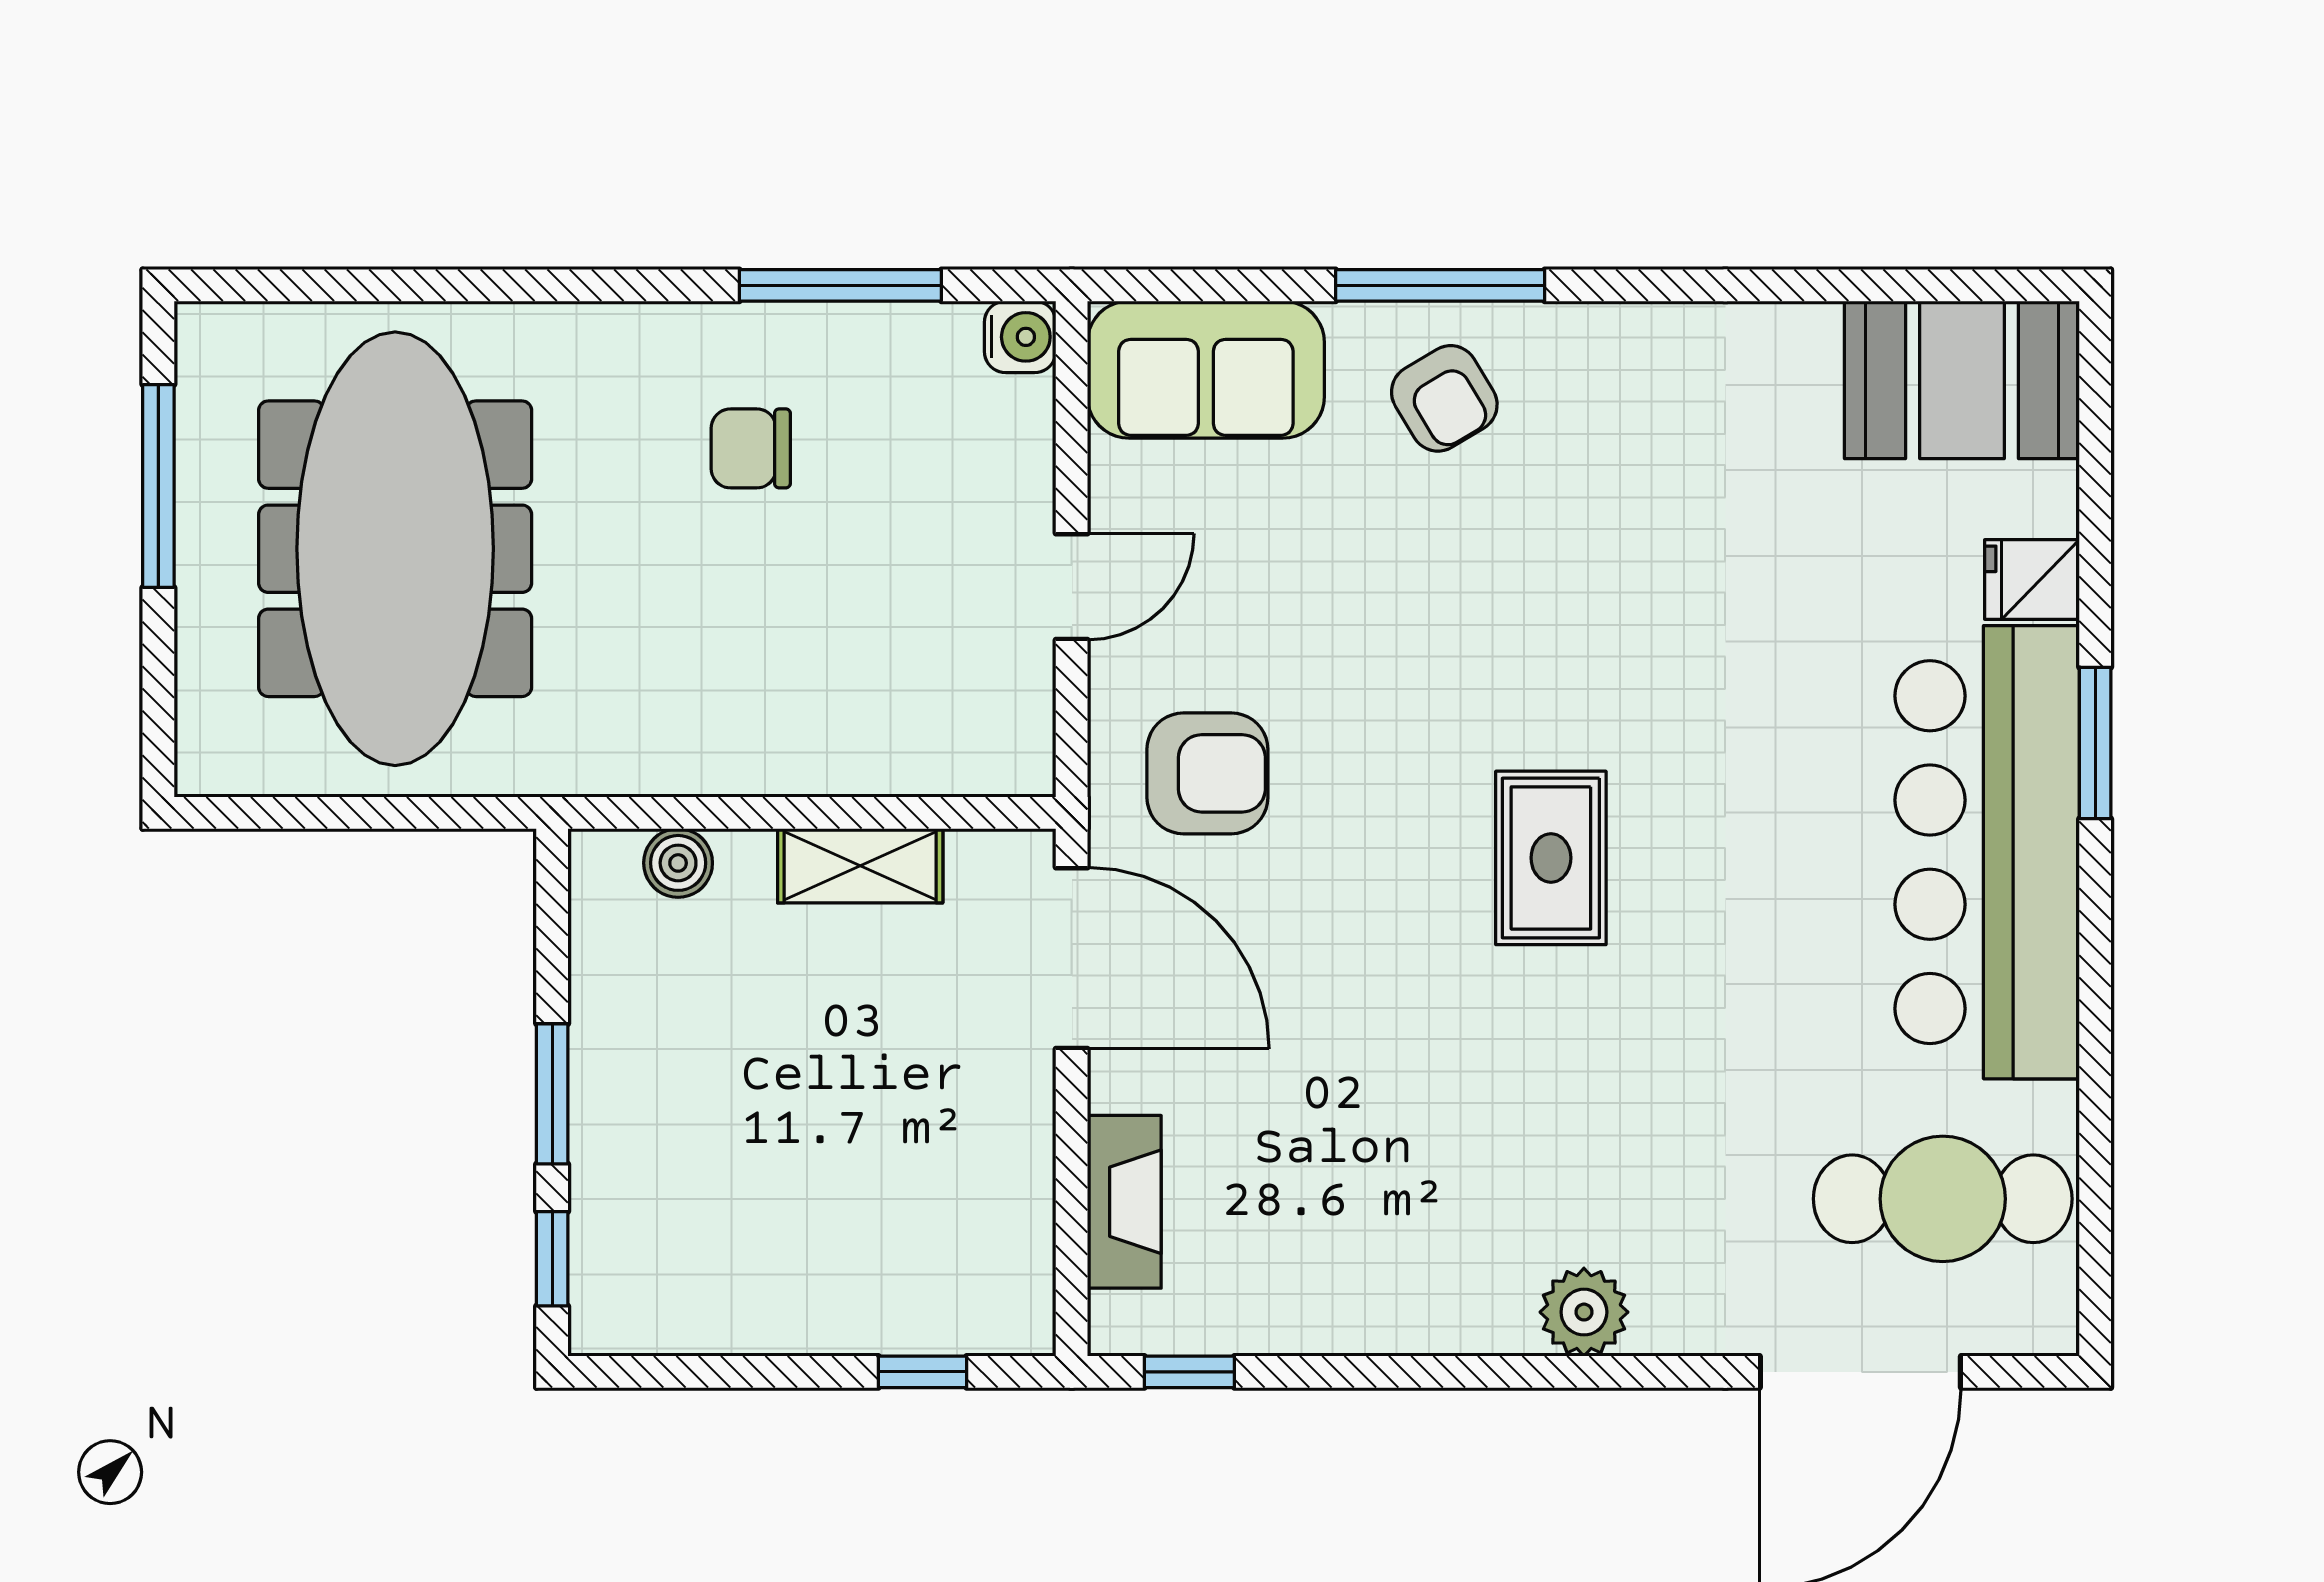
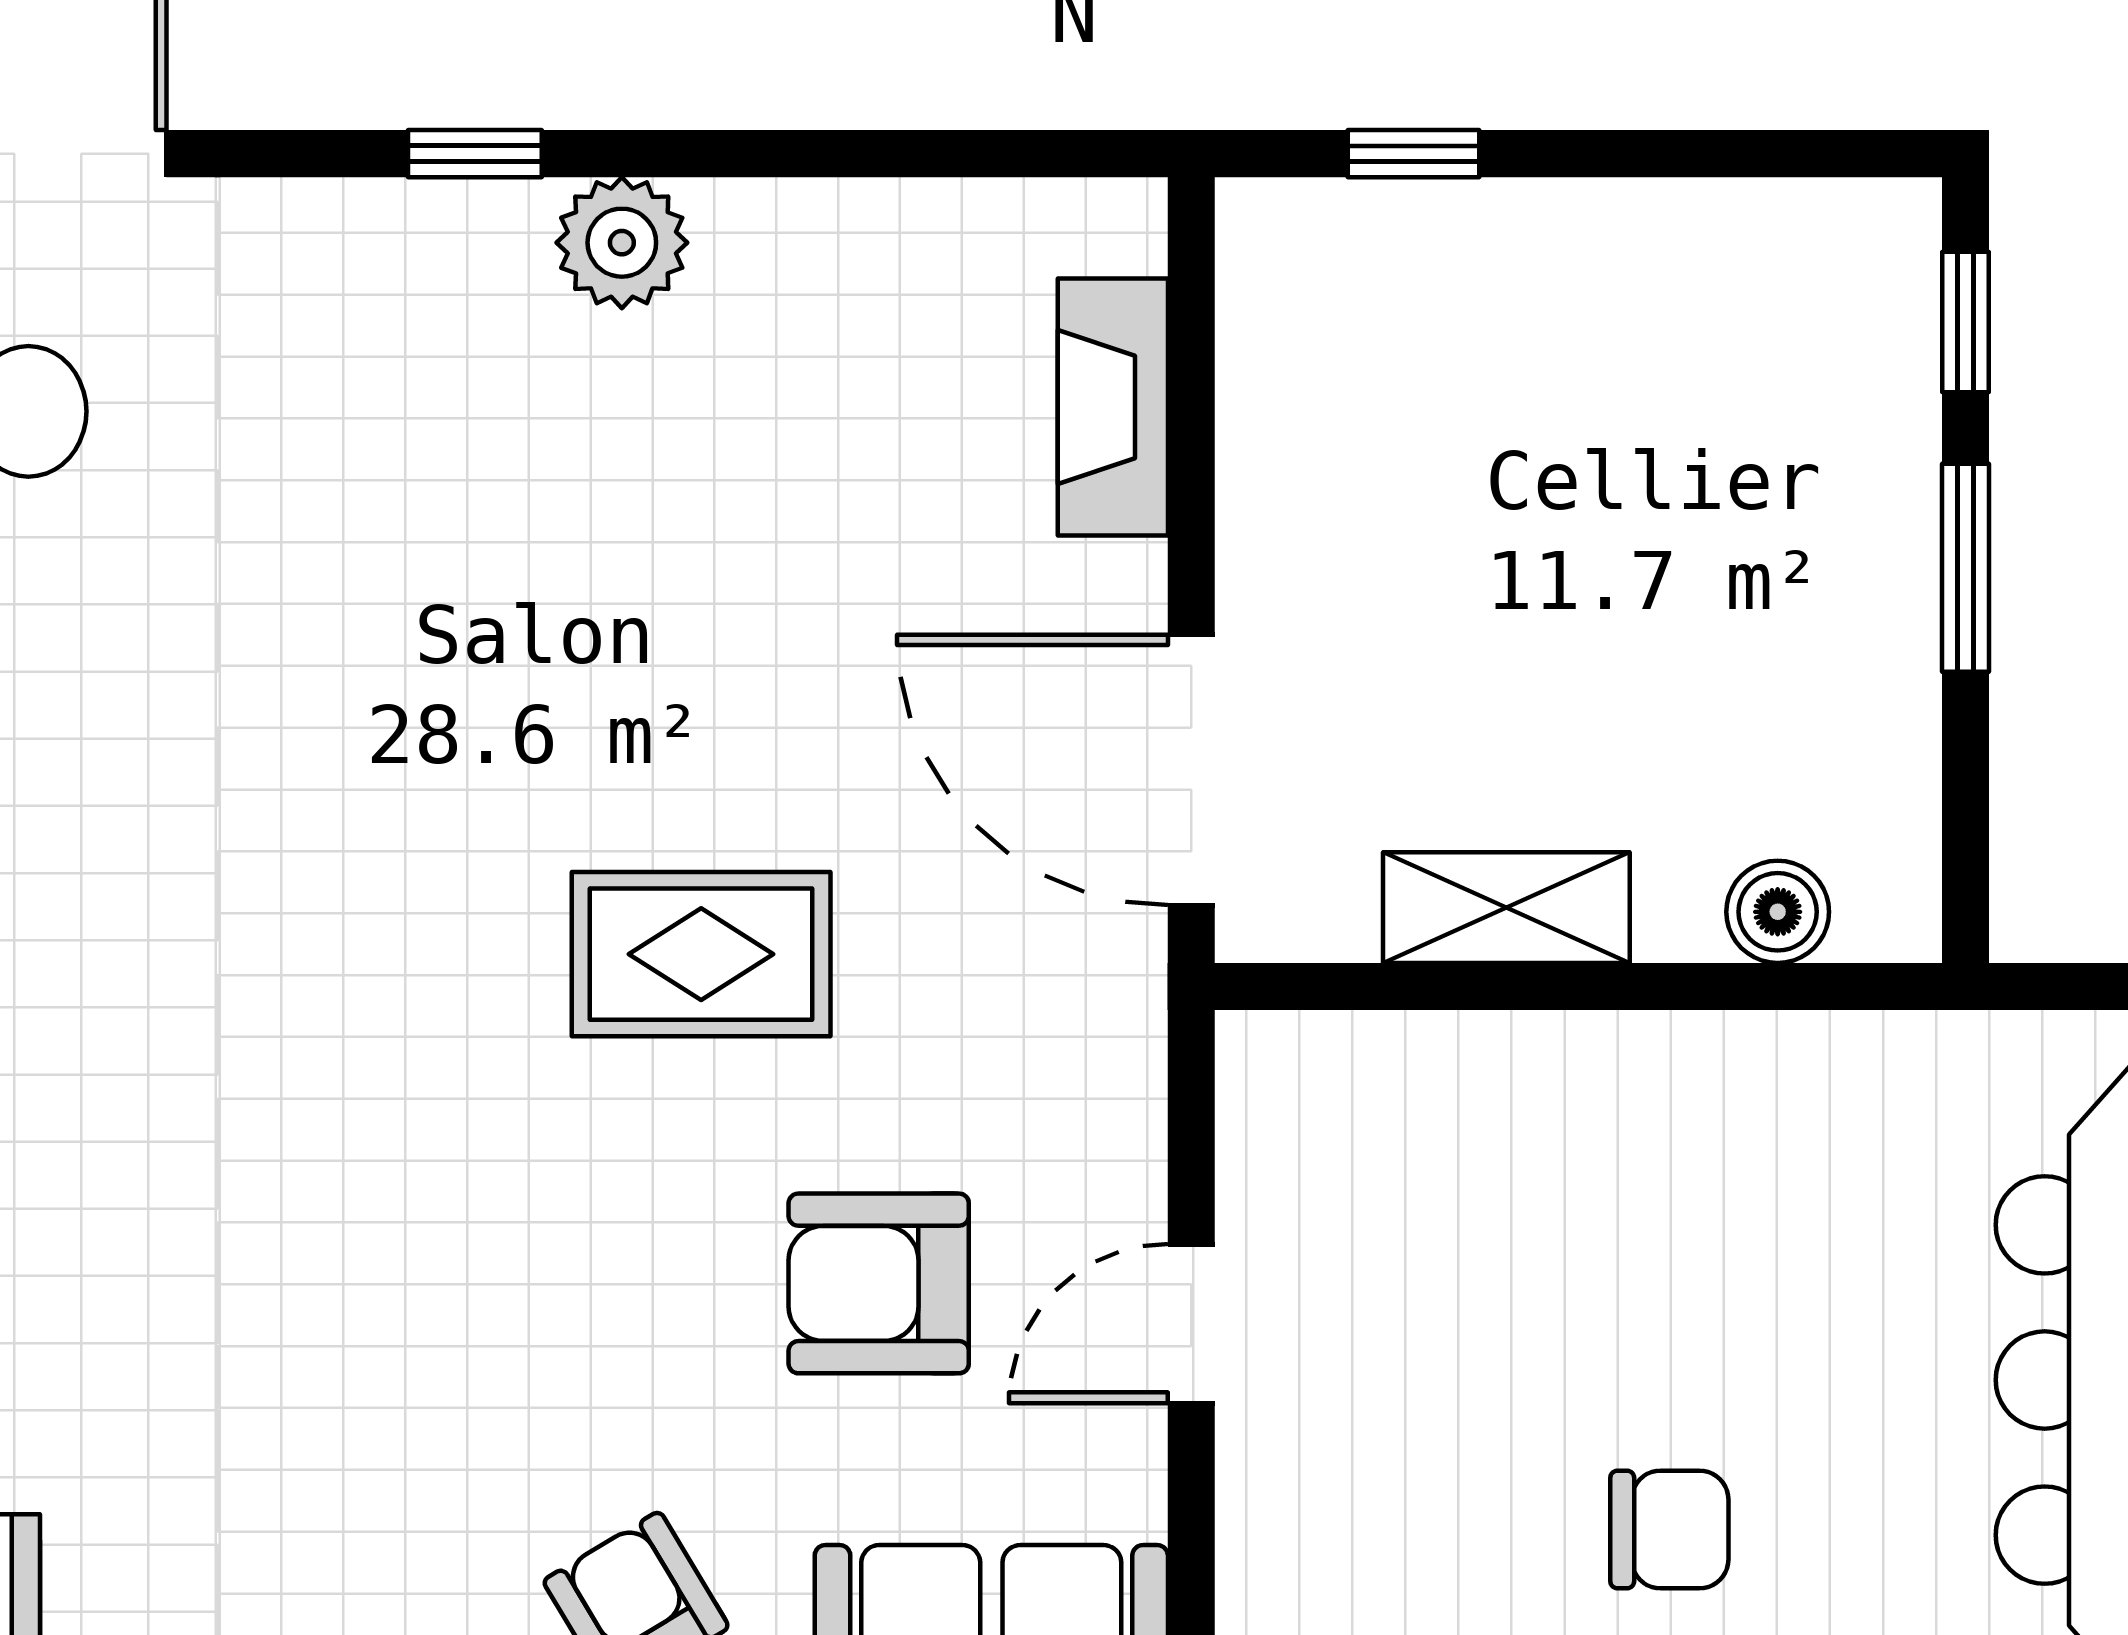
armchair: (1207, 773) -> (879, 1283), moved
rug: (1551, 858) -> (701, 954), moved, turned 90
plant: (1584, 1312) -> (622, 243), moved
window: (1189, 1372) -> (475, 154), moved

